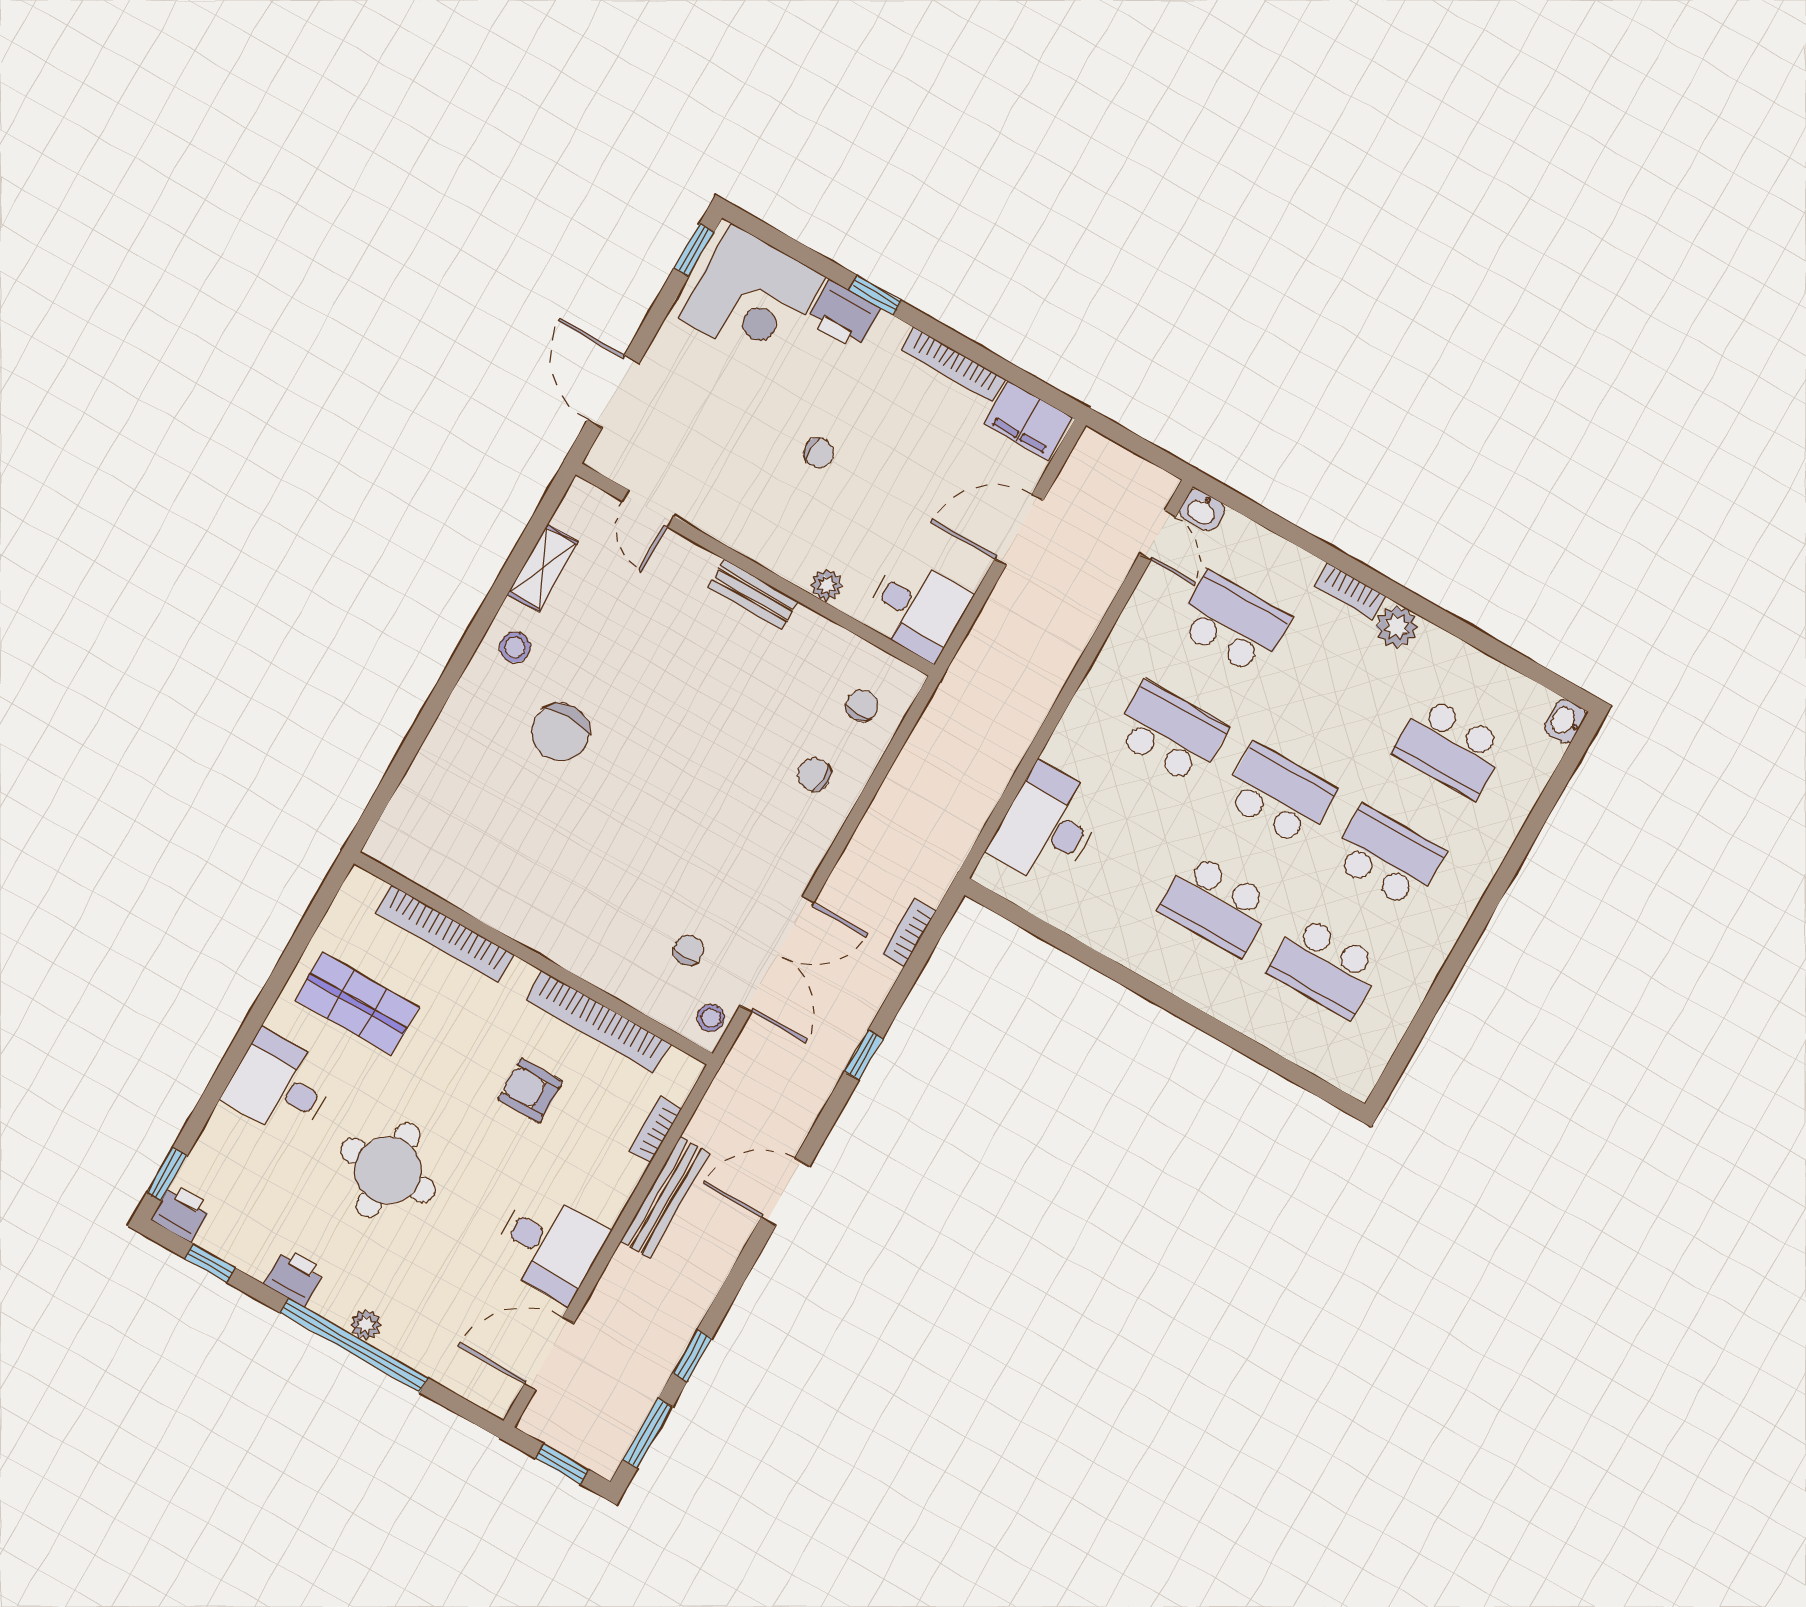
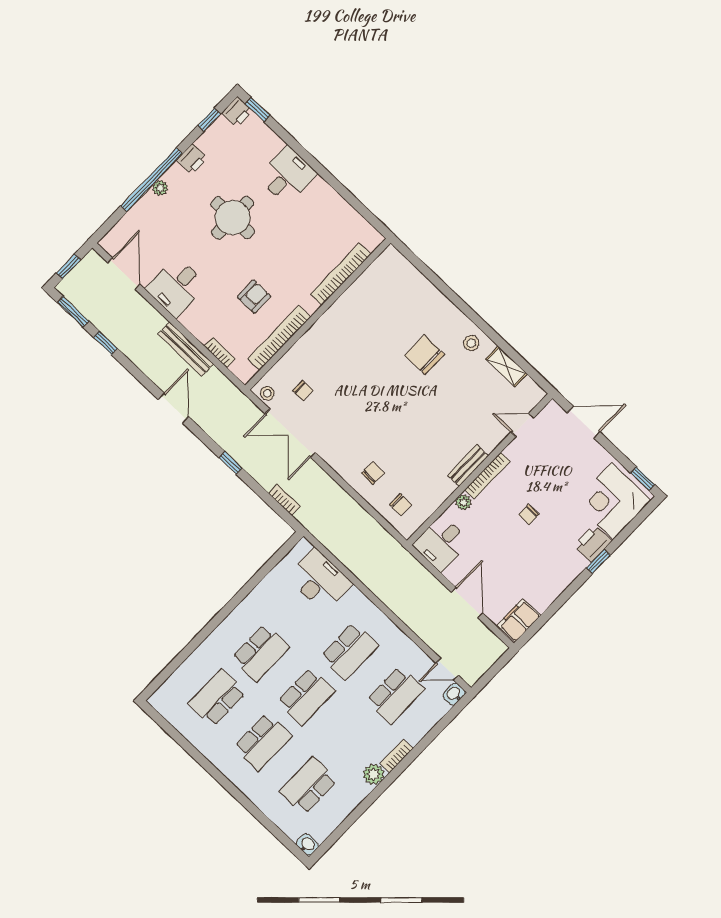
bookcase: (953, 365) -> (487, 476), moved, turned 180
school desk: (1216, 905) -> (261, 653), turned 180
shop shelf: (357, 1004) -> (317, 223), removed

